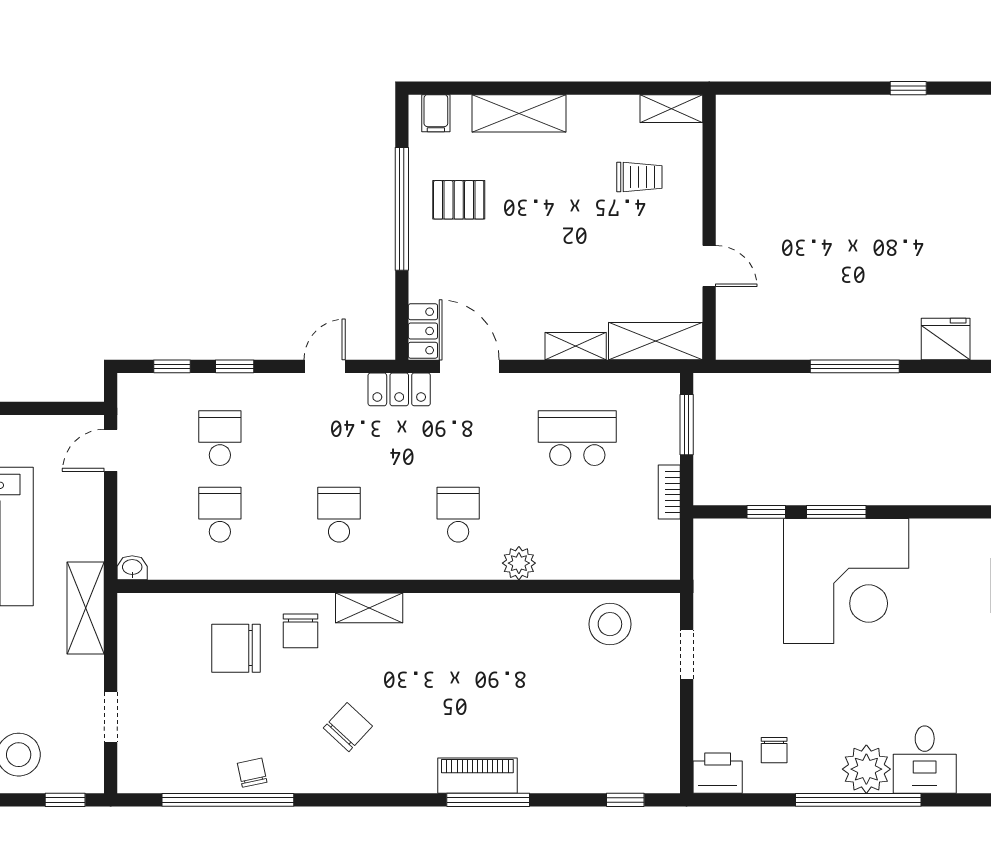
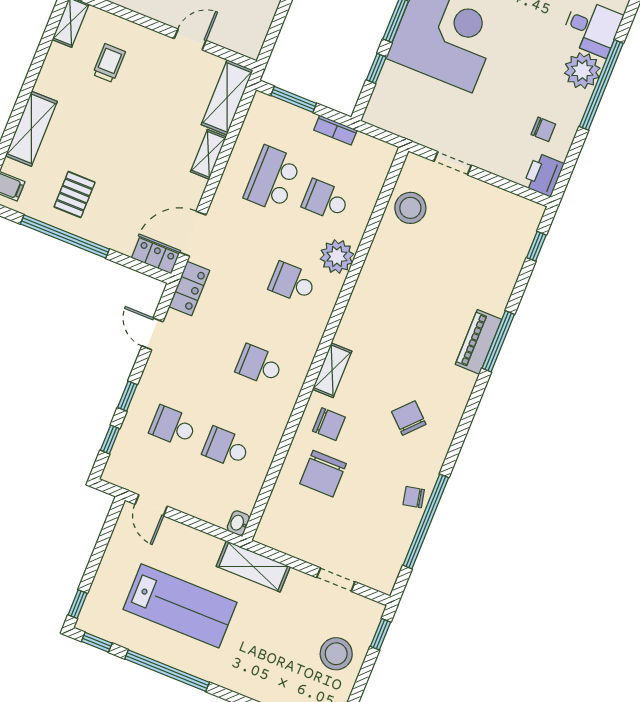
school desk: (577, 515) -> (326, 200), added
plant: (519, 563) -> (337, 257), width x1.36, depth x1.36

